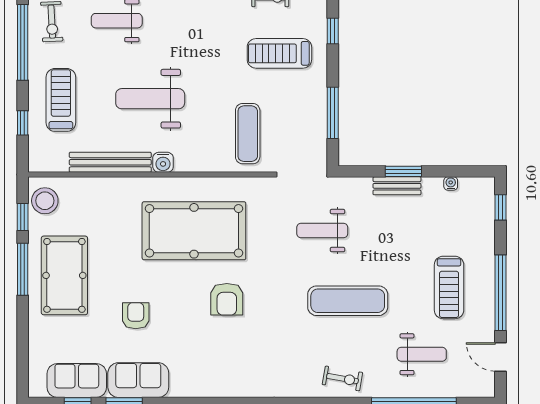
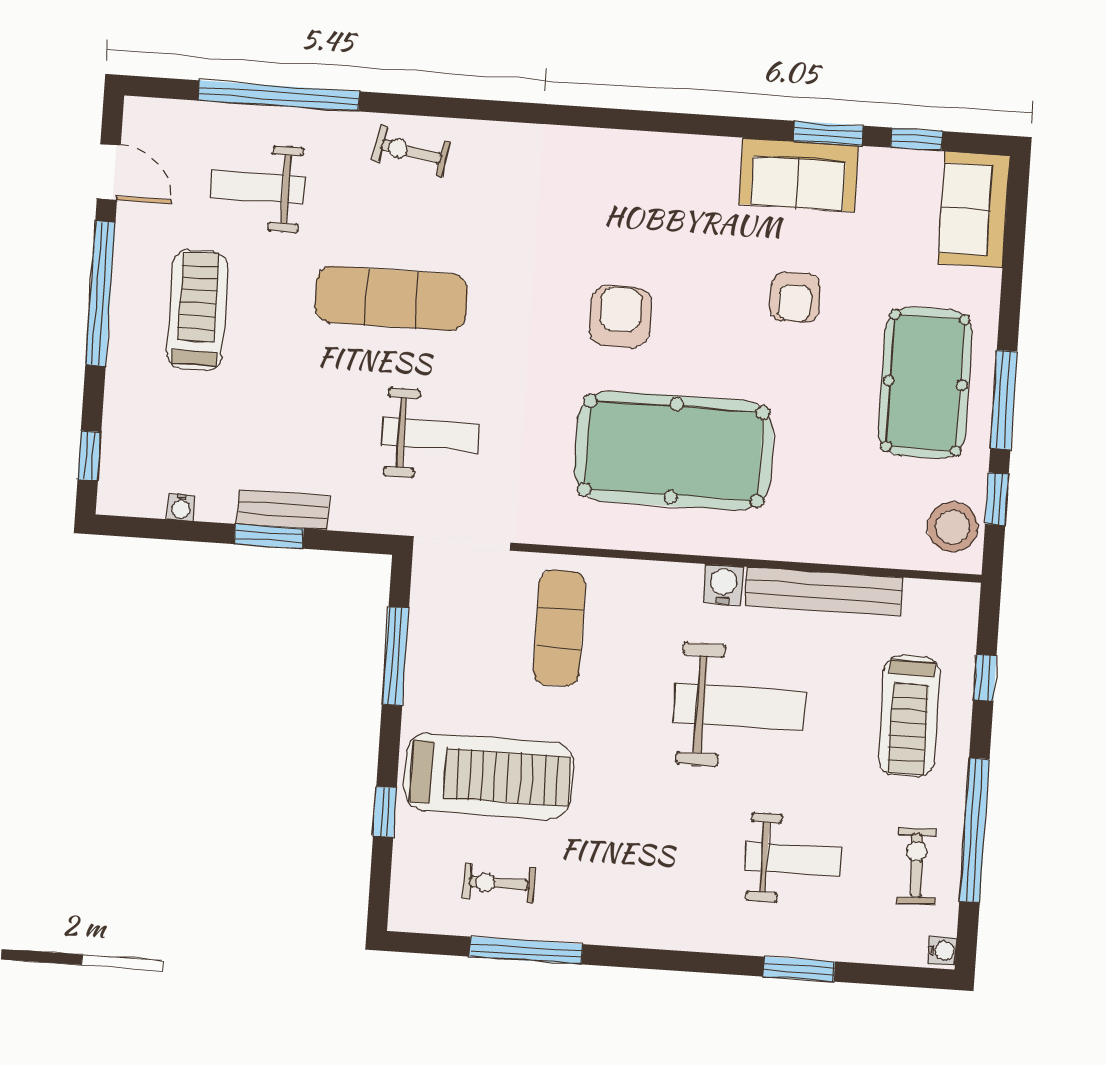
treadmill: (279, 53) -> (489, 776), width x1.37, depth x1.38
sofa: (77, 381) -> (974, 210), moved, turned 90

